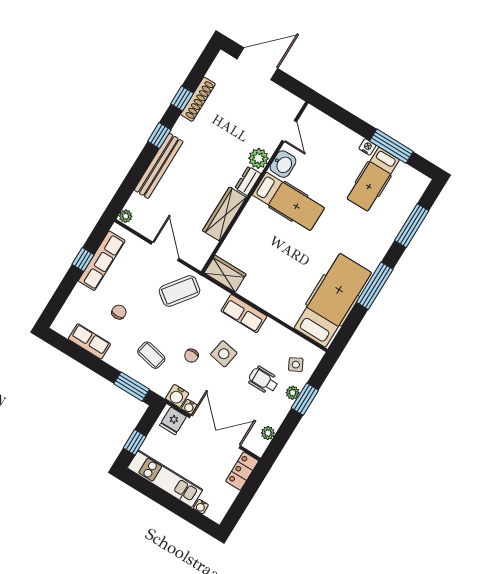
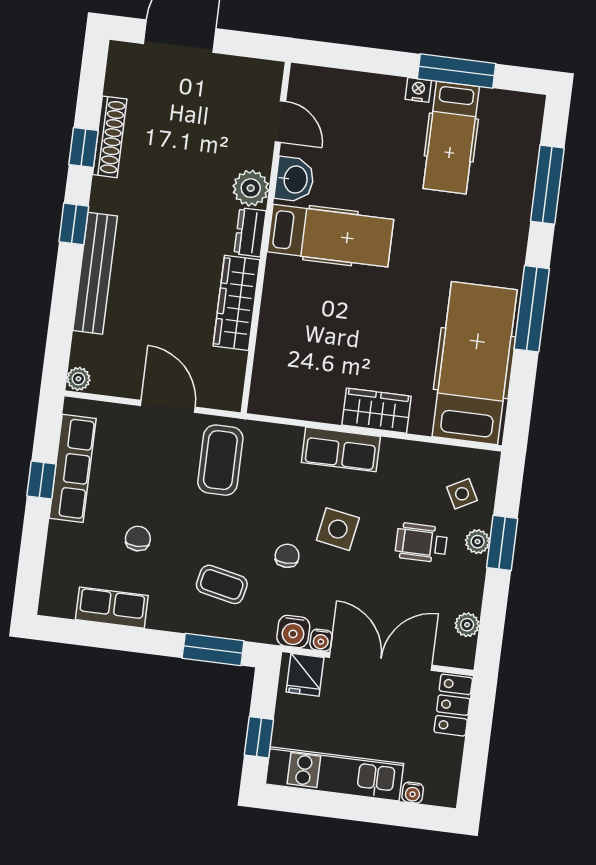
wardrobe: (225, 274) -> (377, 411), moved
coffee table: (180, 291) -> (220, 460), turned -37
chair: (191, 356) -> (287, 556), turned 180

